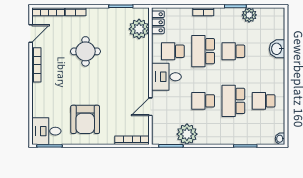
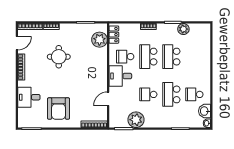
washbasin: (277, 49) -> (205, 111), moved
school desk: (233, 51) -> (171, 57), width x1.85
desk: (46, 131) -> (29, 97), moved

